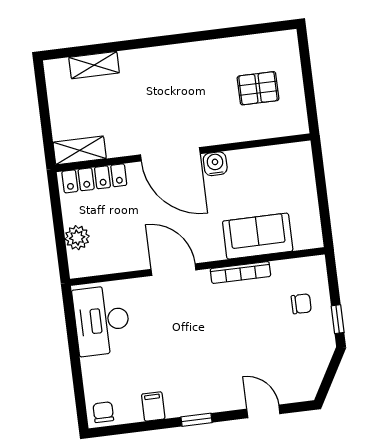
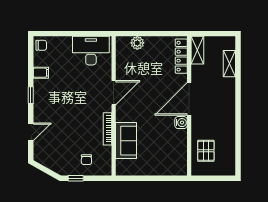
shelving: (80, 150) -> (197, 50), moved
wall: (183, 153) -> (189, 106), moved
door: (170, 154) -> (189, 99), moved
water cooler: (215, 164) -> (181, 123), moved
locker: (94, 178) -> (181, 56), moved

